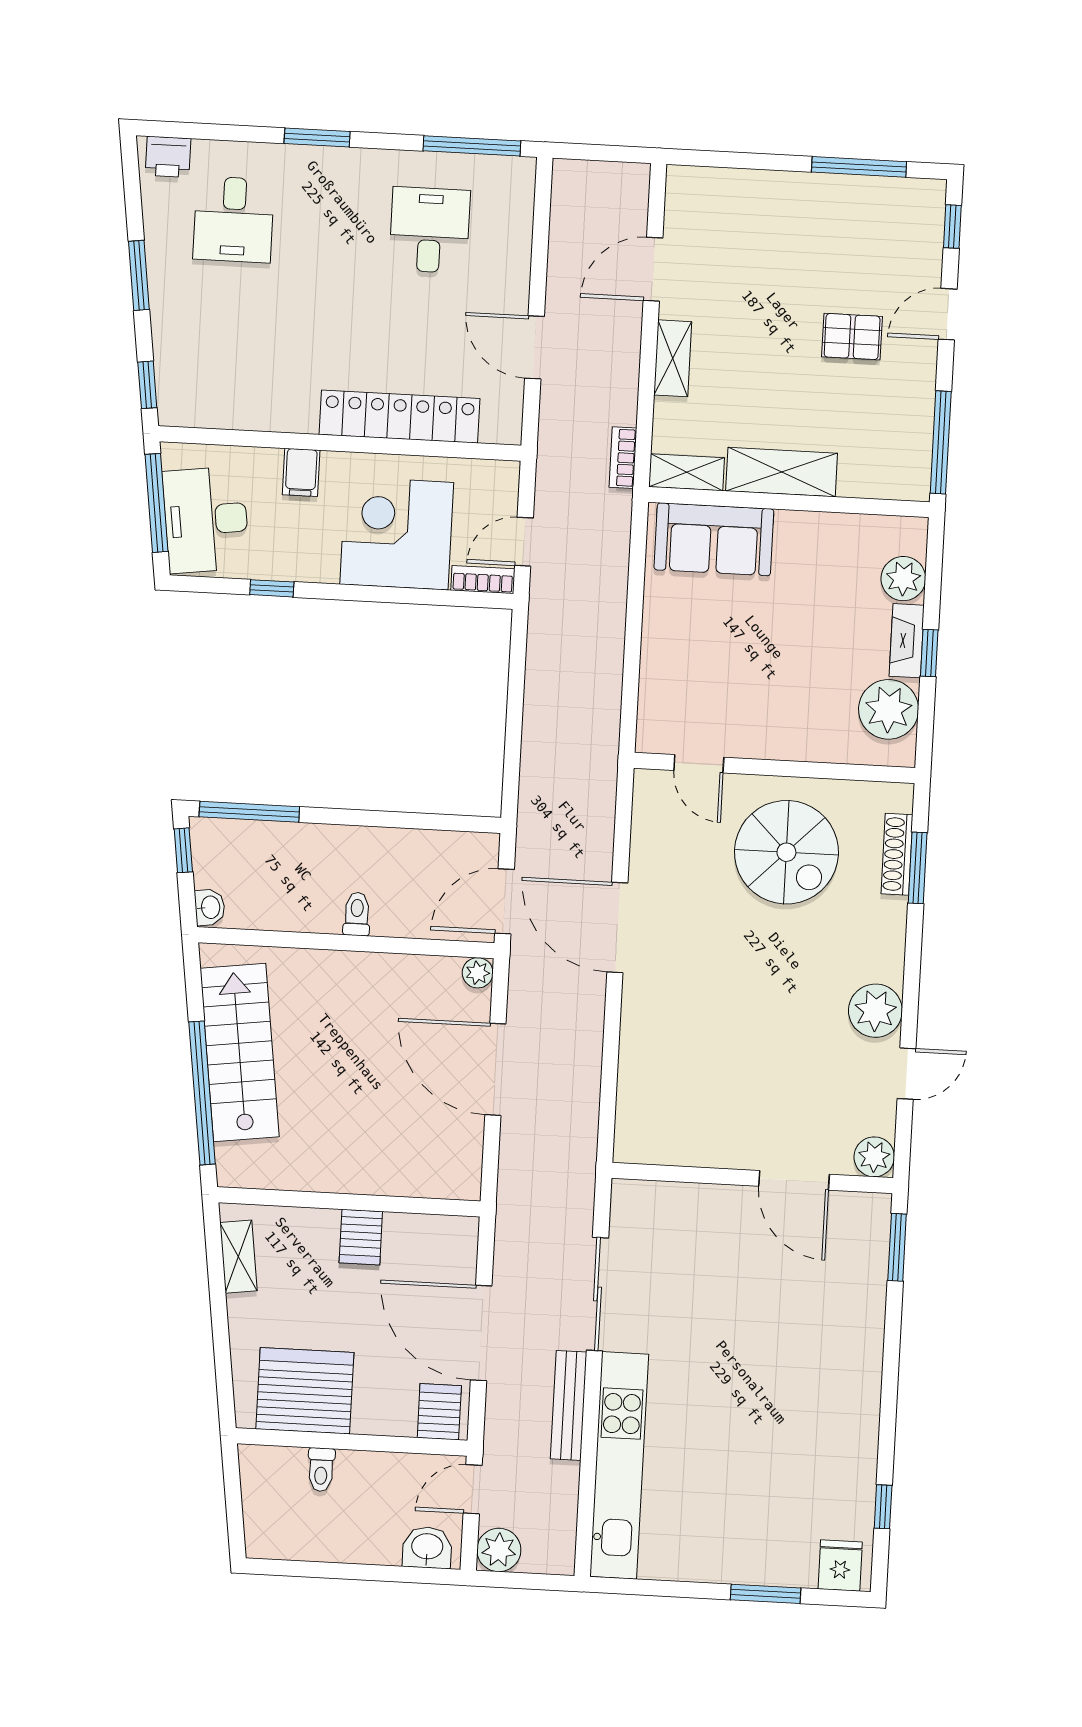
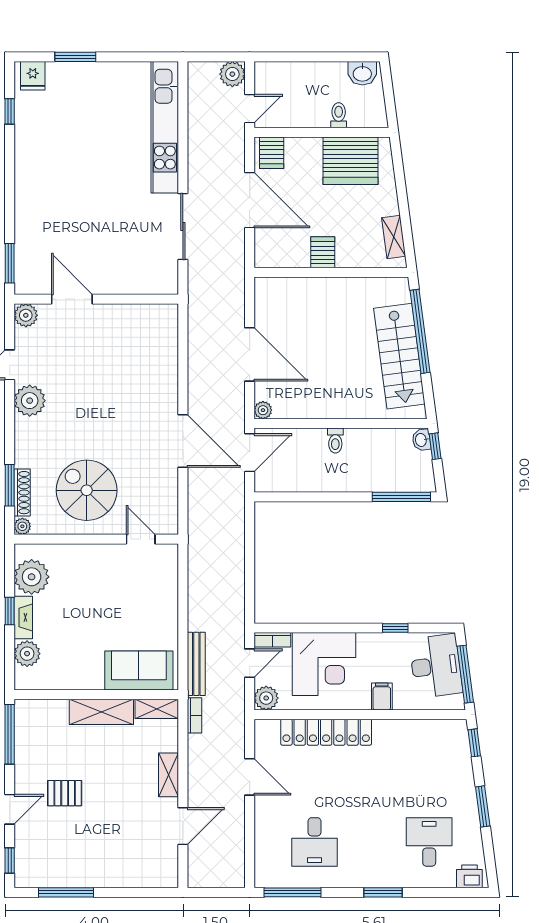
plant: (499, 480) -> (266, 698), added
plant: (900, 797) -> (22, 526), added
window: (183, 850) -> (435, 446), moved
bench: (569, 1405) -> (196, 664), moved
washbasin: (427, 1547) -> (362, 73), moved

